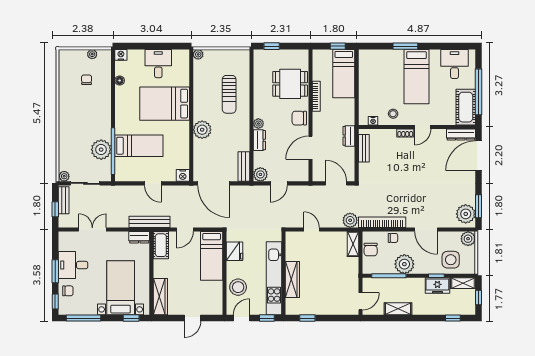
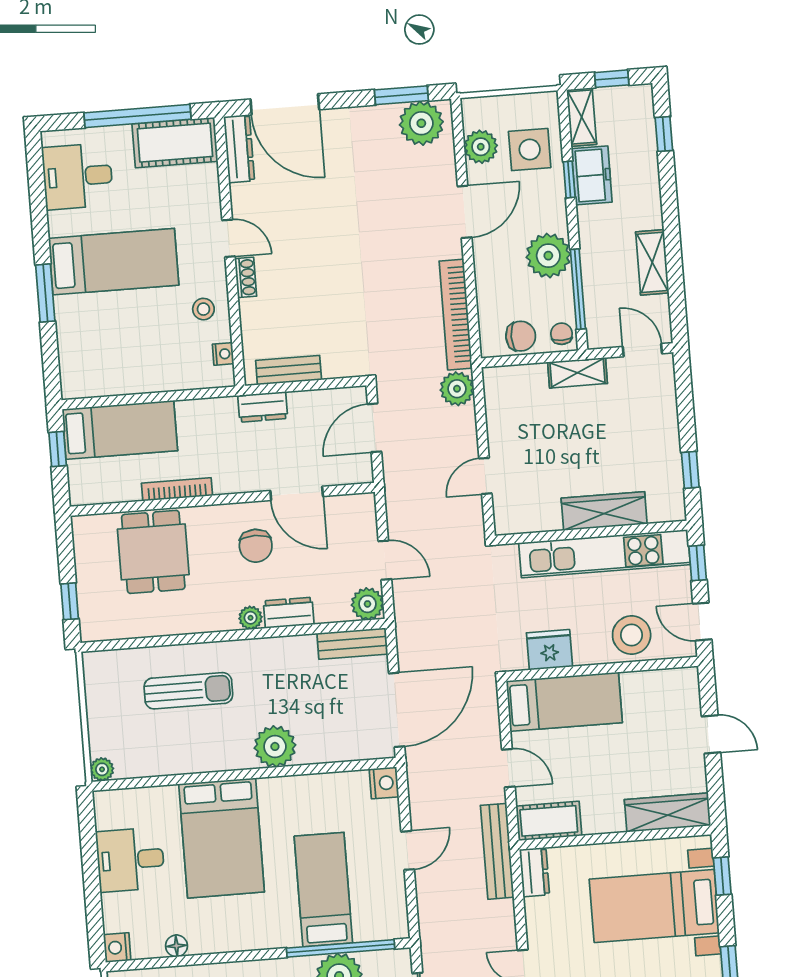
chair: (299, 118) -> (256, 546), moved
chair: (393, 238) -> (562, 334), moved
plant: (468, 239) -> (481, 147), moved
shelving: (353, 244) -> (577, 373), moved

